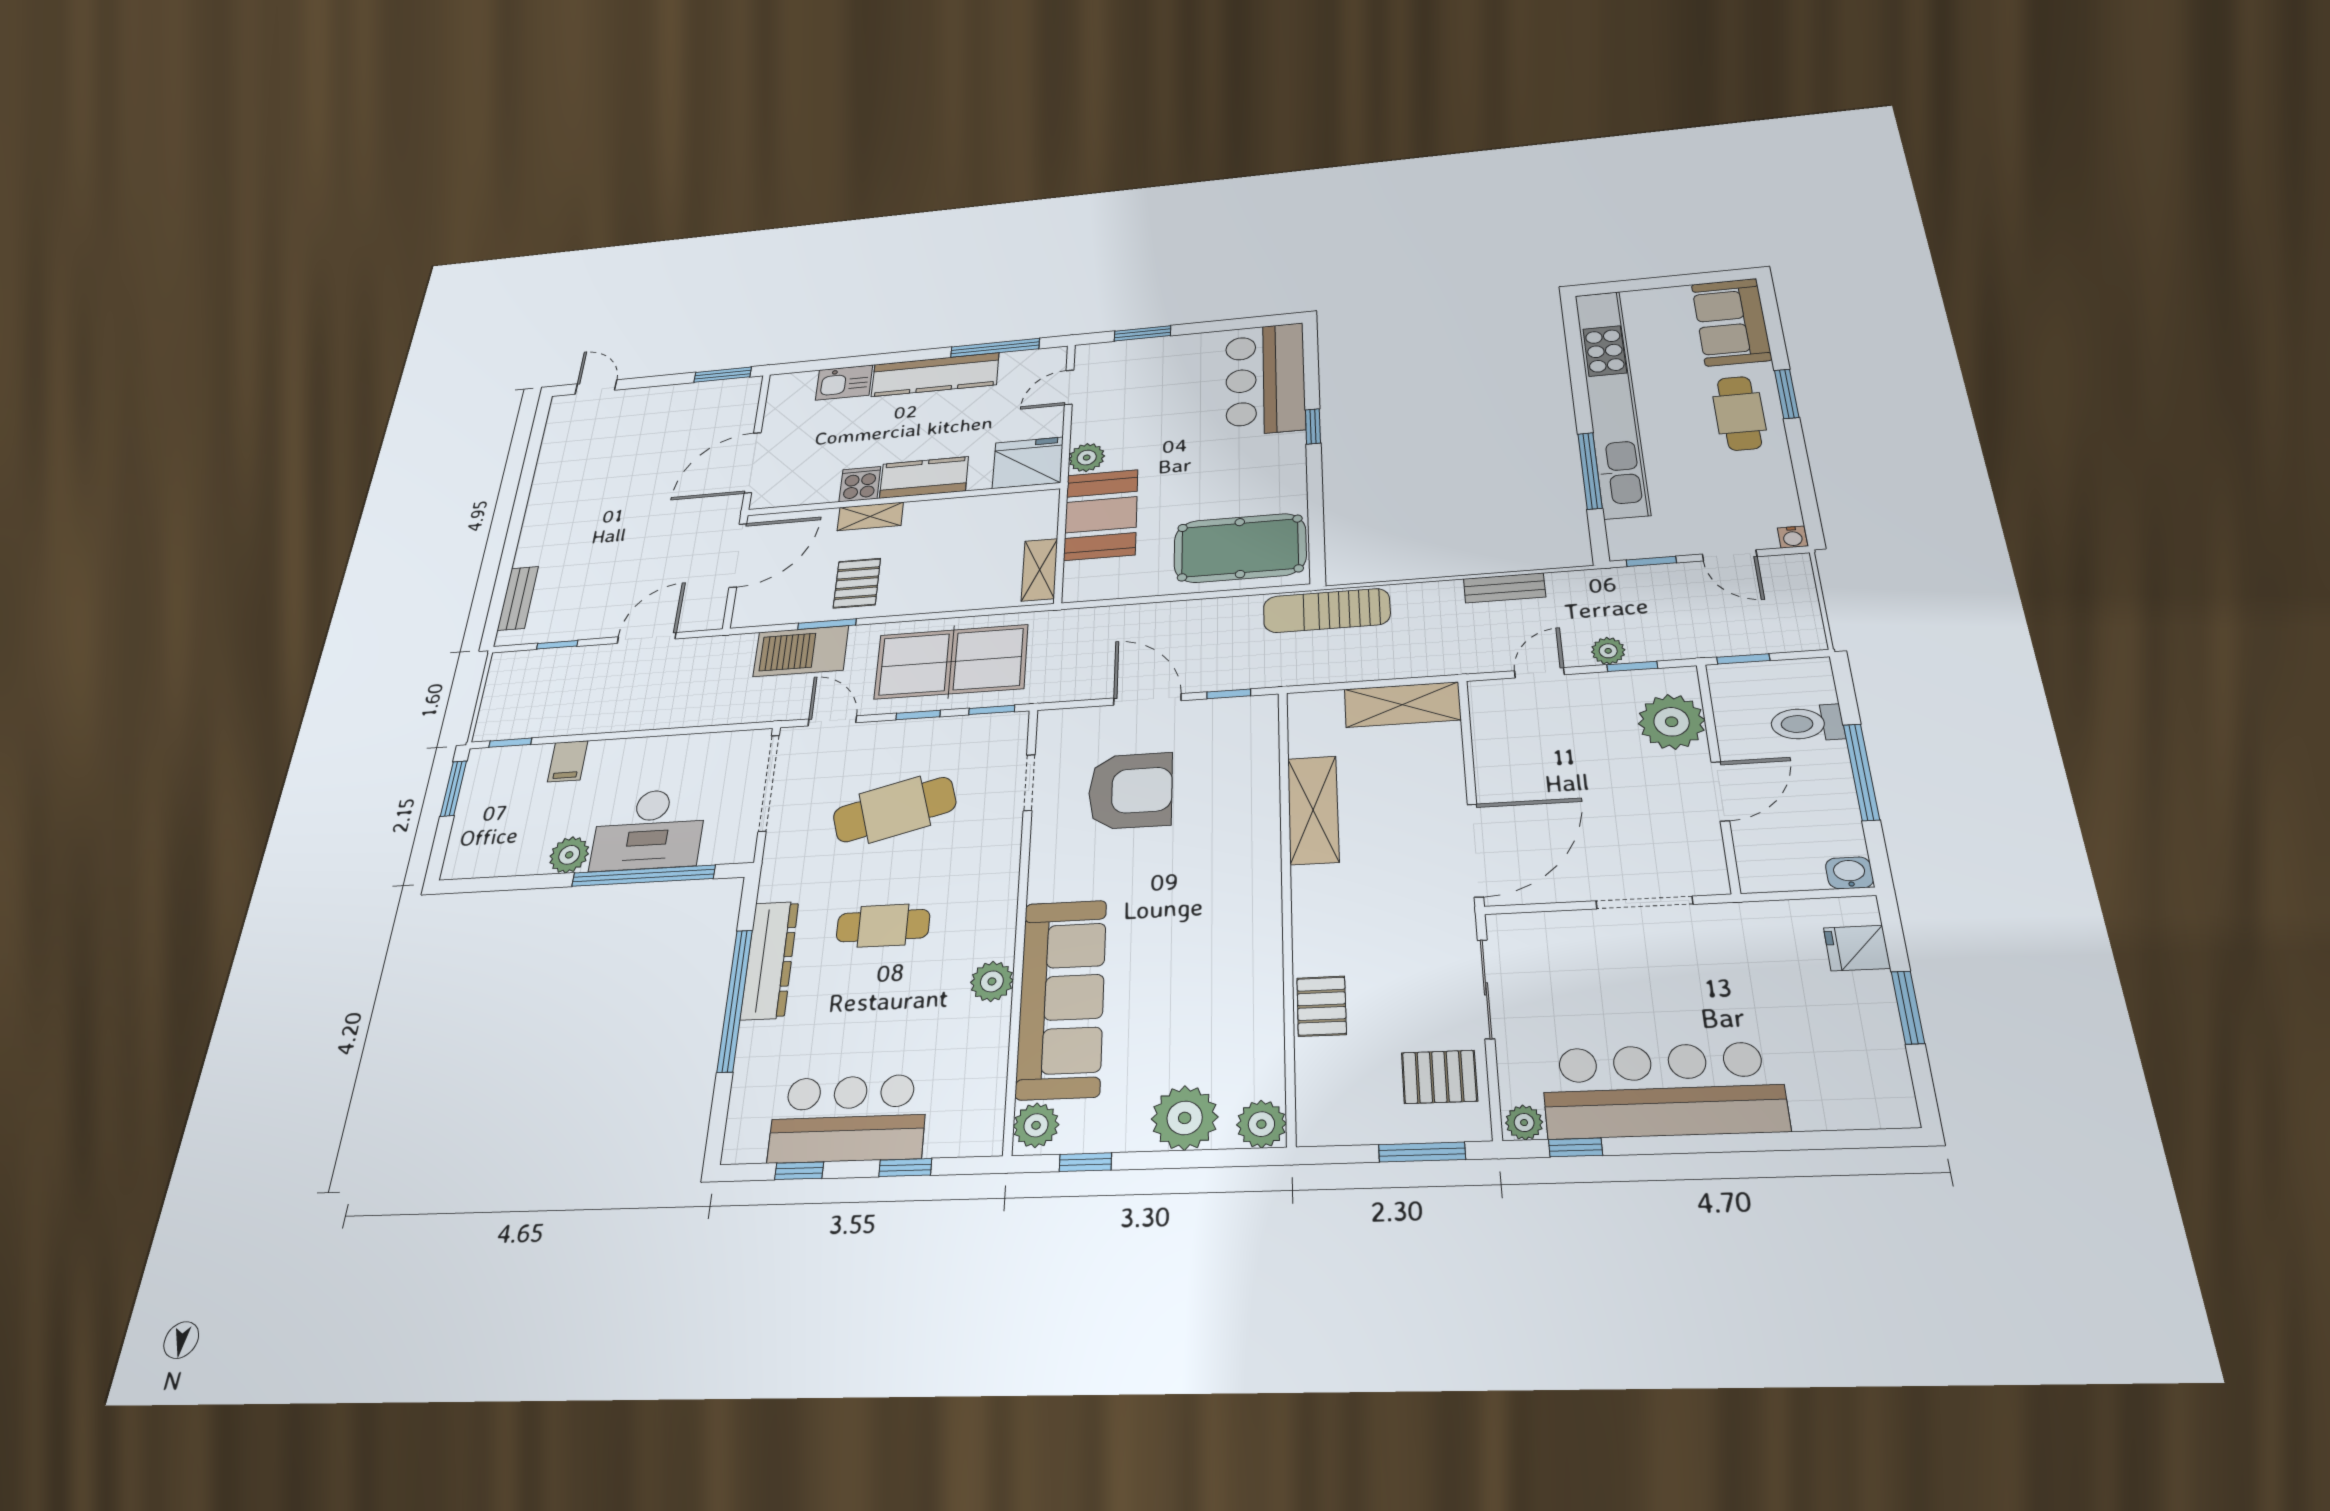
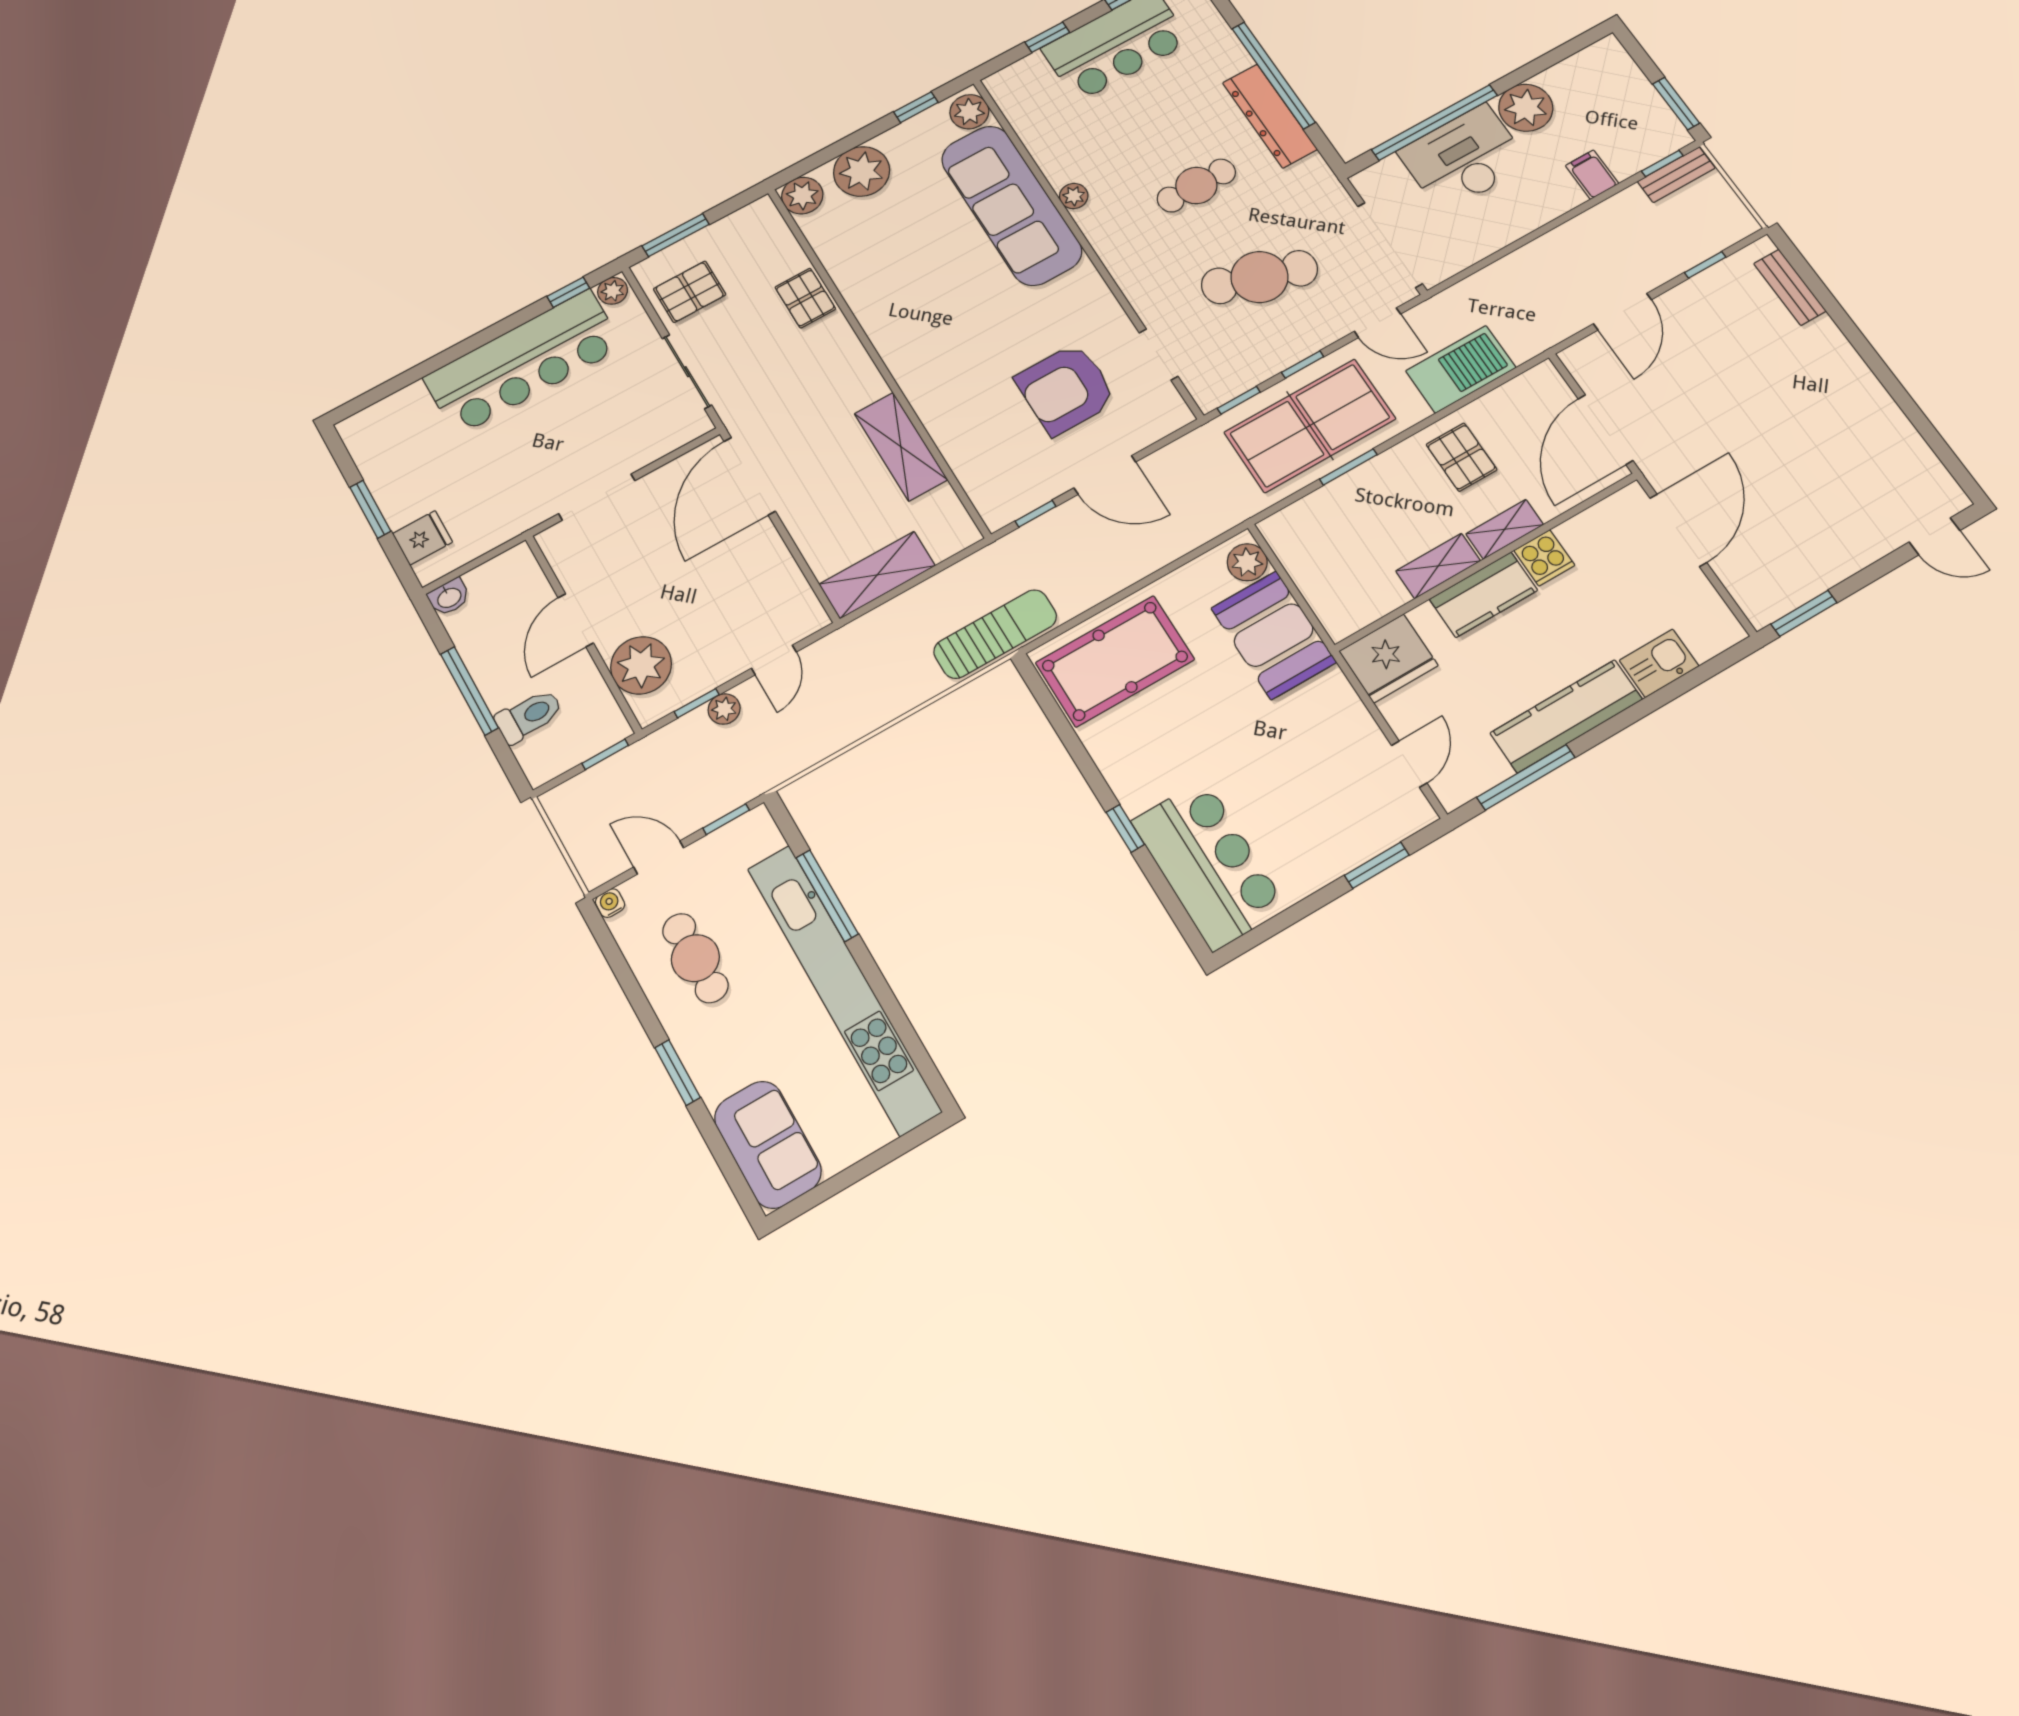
cafe table: (1739, 413) -> (695, 958), moved
plant: (1087, 458) -> (1247, 562), moved
shelving: (1040, 570) -> (1438, 566), moved, turned 90
bench: (1504, 588) -> (1676, 175), moved
window: (827, 624) -> (1348, 467), moved
cafe table: (895, 809) -> (1259, 277), turned 33
plant: (569, 855) -> (1526, 108), width x1.36, depth x1.36
plant: (992, 981) -> (1074, 196), width x0.73, depth x0.73

